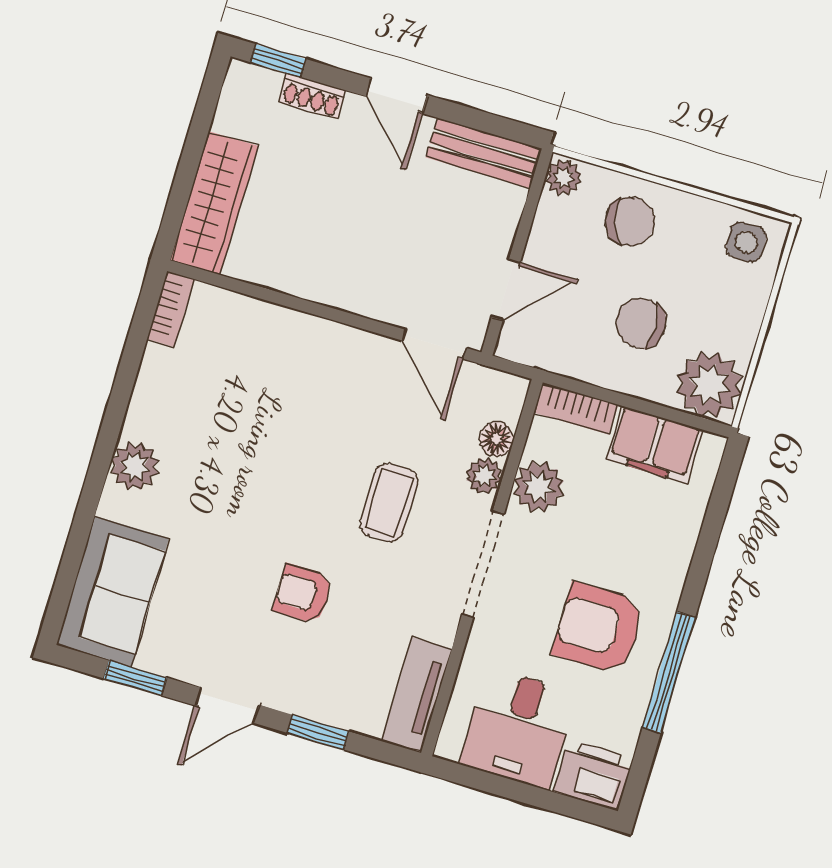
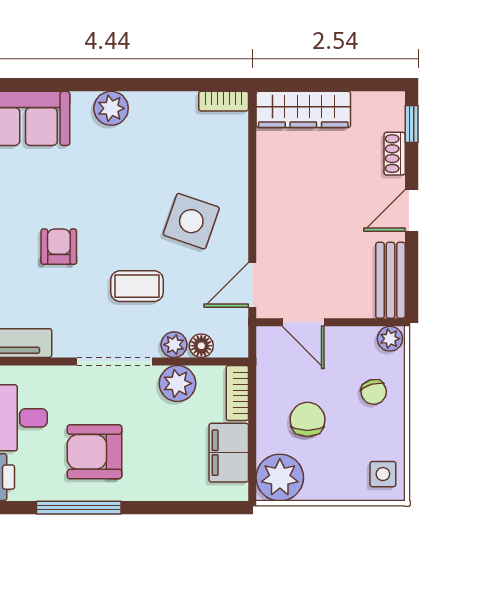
chair: (630, 221) -> (374, 392), width x0.73, depth x0.73
side table: (322, 402) -> (191, 221), added
armchair: (599, 628) -> (94, 452), turned -90

